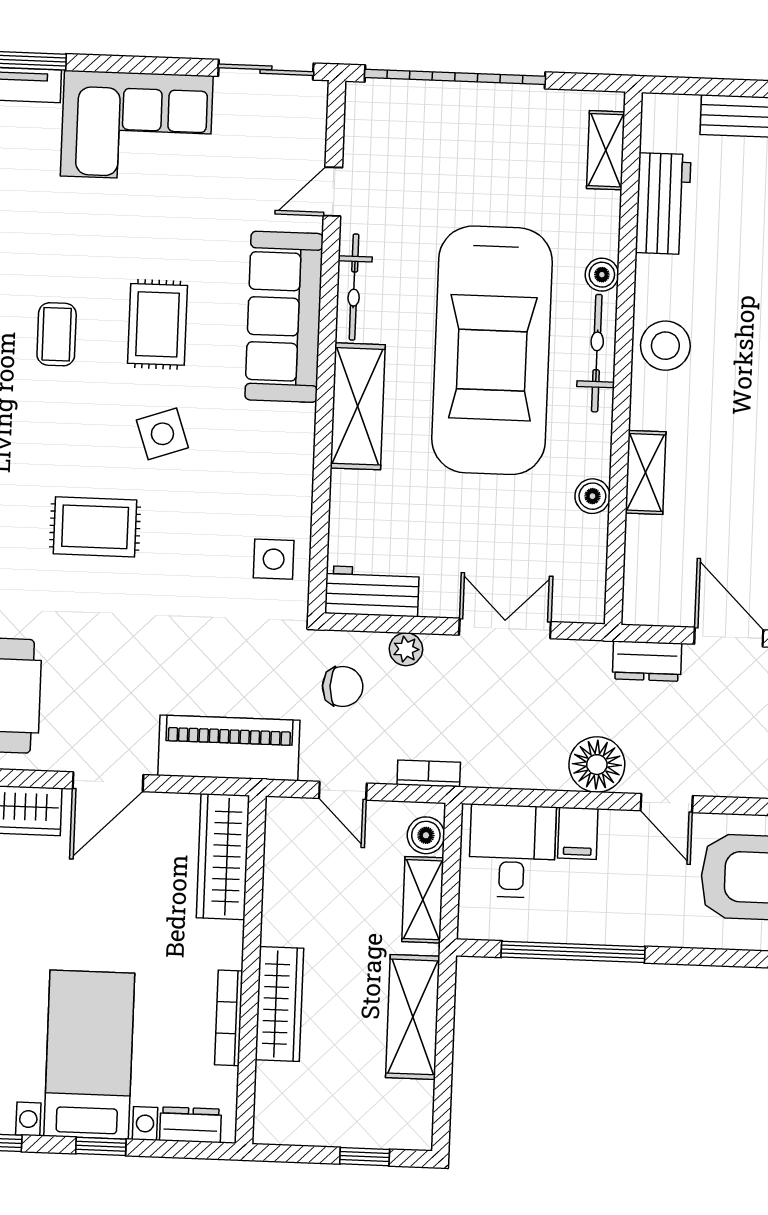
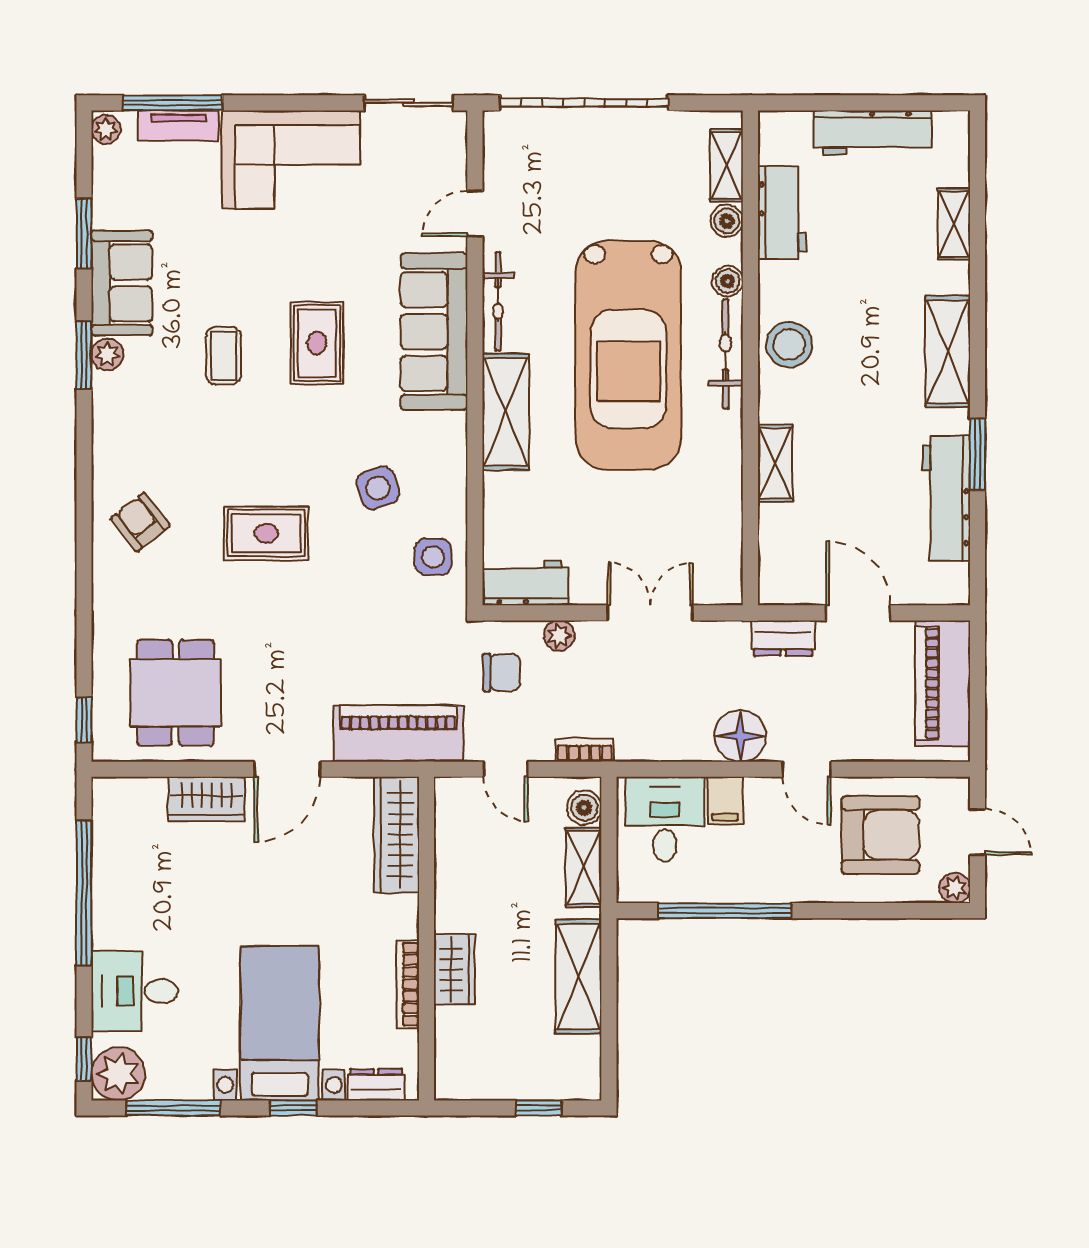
side table: (162, 434) -> (378, 488), moved
boiler: (592, 496) -> (727, 221), moved
wardrobe: (279, 1004) -> (454, 969), width x0.67

